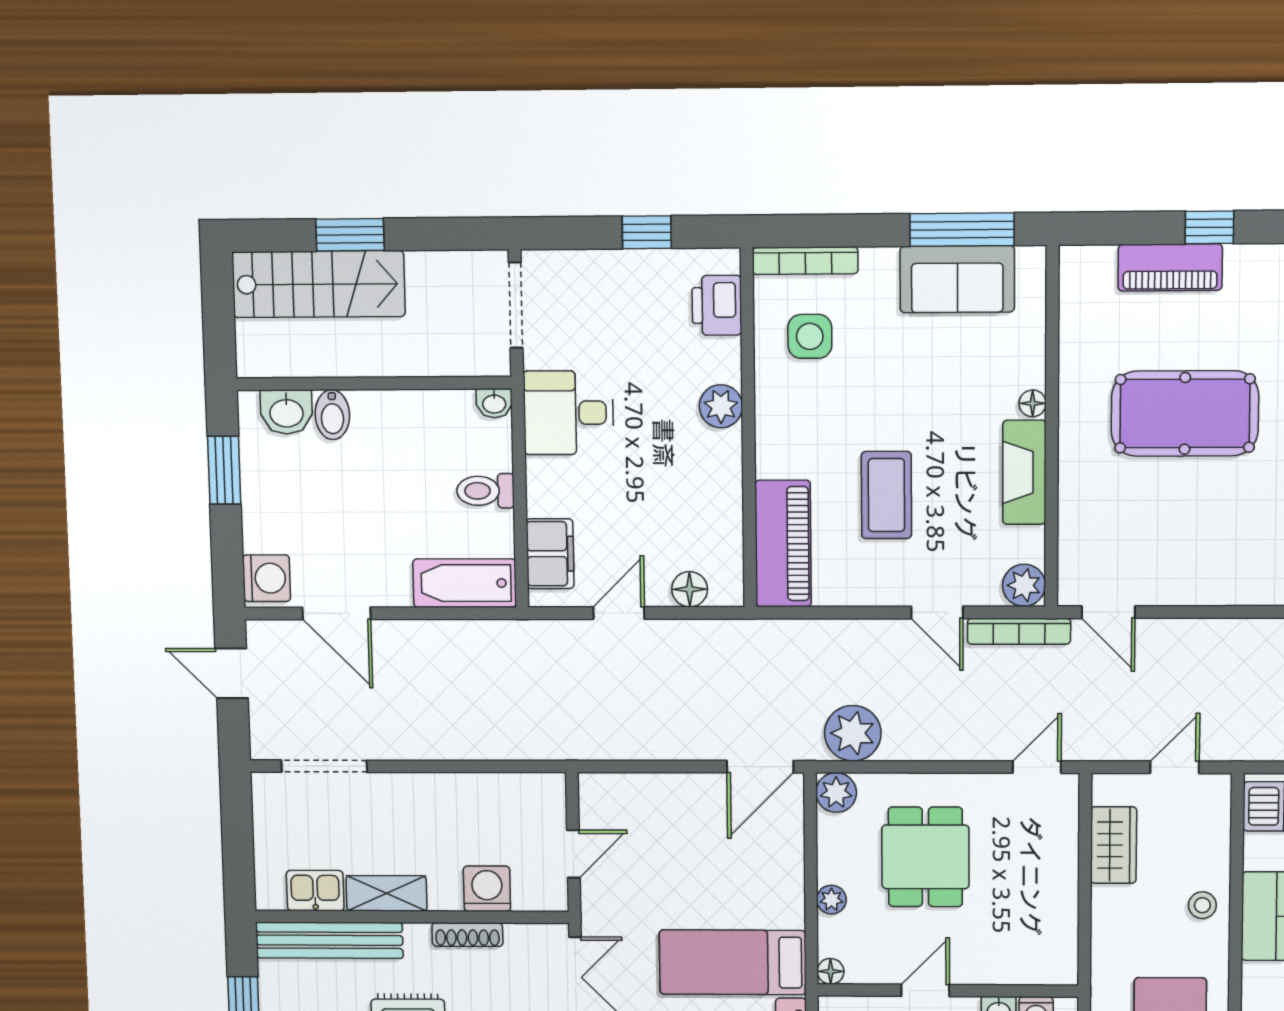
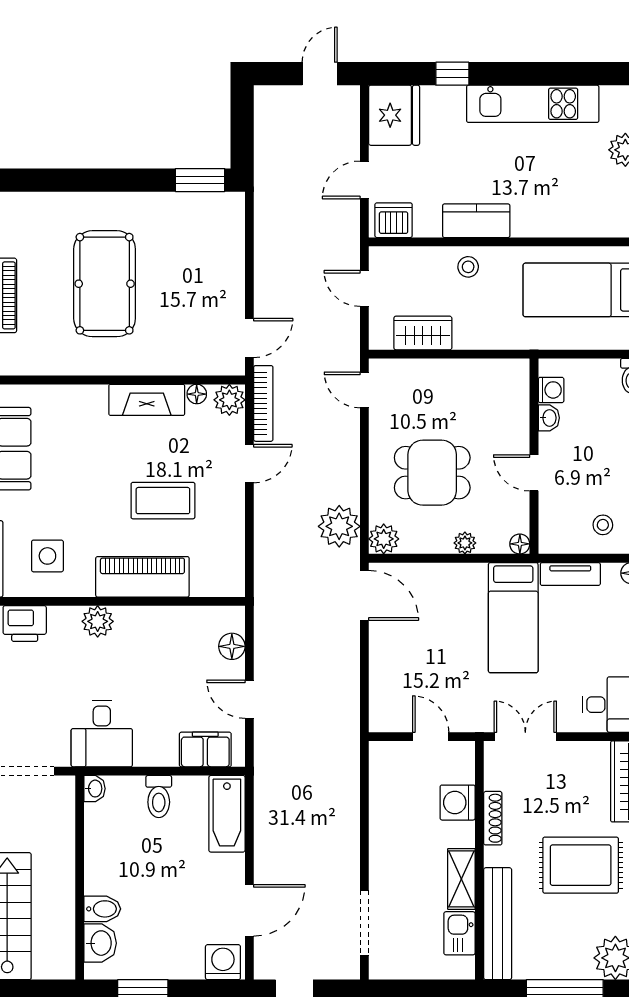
floor lamp: (1033, 403) -> (197, 394), moved
piano: (783, 544) -> (142, 577), moved

